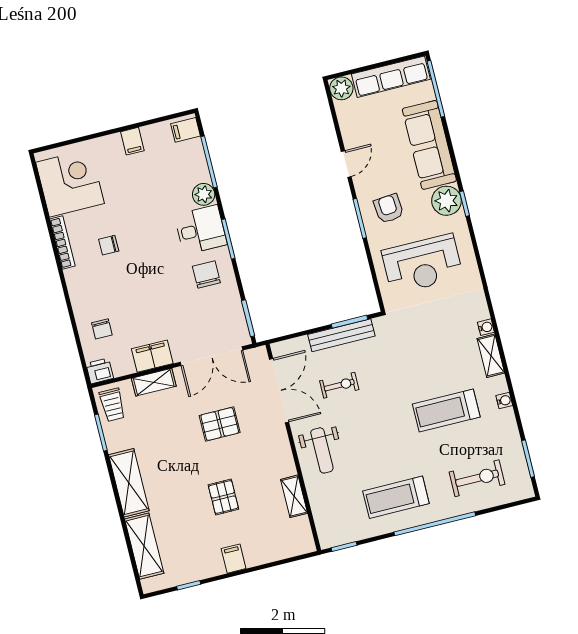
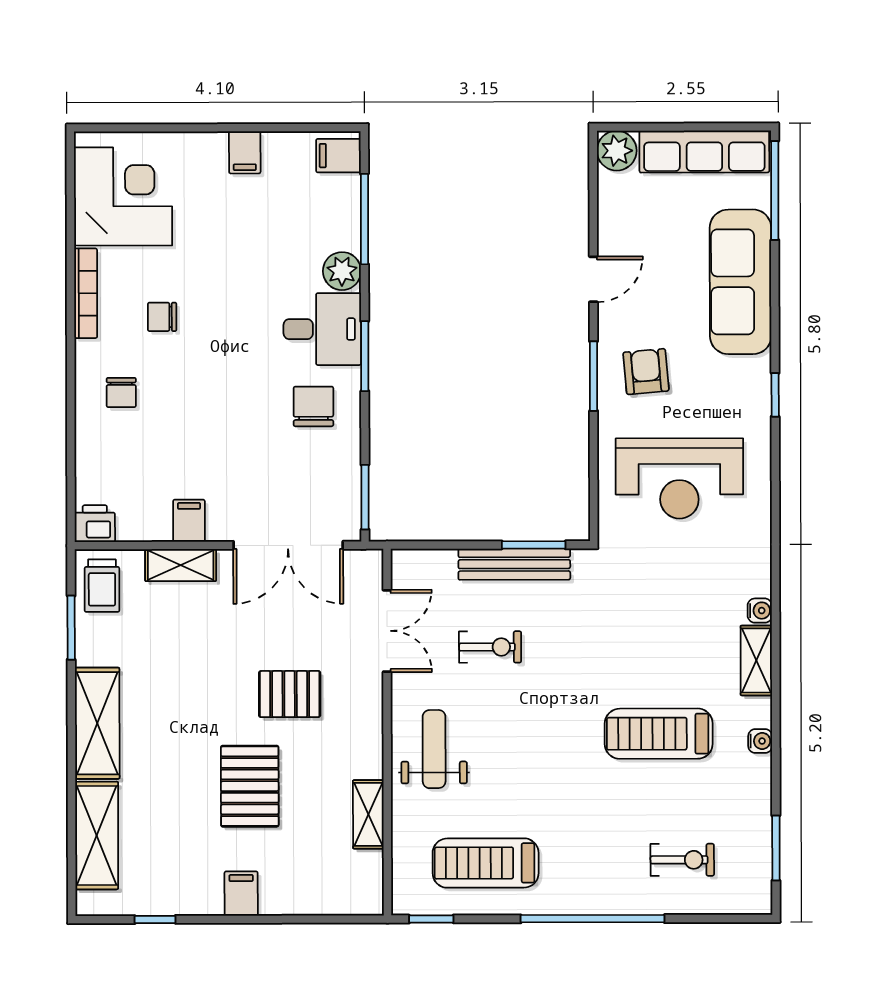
plant: (446, 201) -> (746, 382), removed
chair: (102, 329) -> (121, 393), moved
filing cabinet: (152, 356) -> (189, 521), width x0.50
double door: (279, 391) -> (387, 631), width x0.73
pallet: (220, 424) -> (290, 694), moved
weight bench: (322, 450) -> (434, 749), turned 180
exercise bike: (477, 478) -> (682, 860), width x0.73, depth x0.72
pallet: (223, 497) -> (250, 786), width x1.50, depth x1.42
treadmill: (396, 497) -> (486, 863), moved

